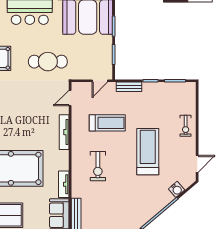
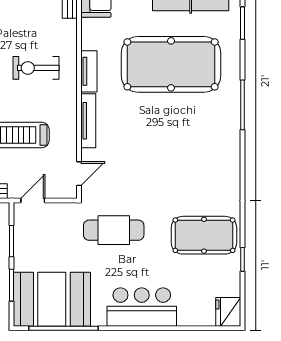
exercise bike: (98, 166) -> (36, 68), turned -90
tv unit: (64, 184) -> (89, 71), moved

